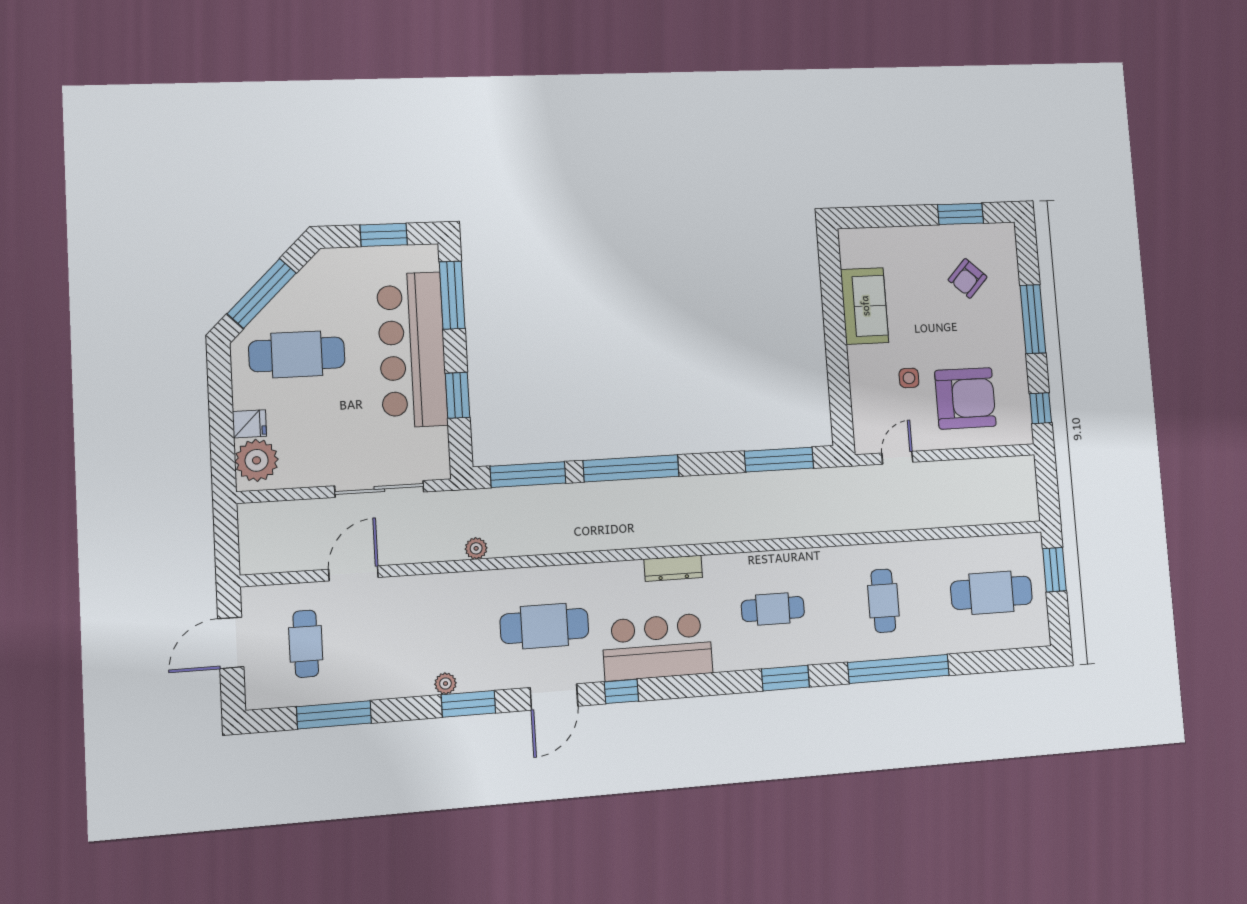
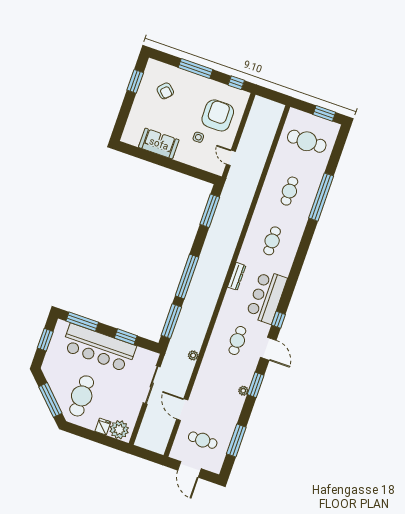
window: (1054, 570) -> (324, 113), moved
cafe table: (991, 593) -> (307, 141), turned 90
cafe table: (883, 601) -> (289, 191), turned 90
cafe table: (544, 626) -> (237, 340), width x0.73, depth x0.74
window: (785, 678) -> (303, 248), removed

